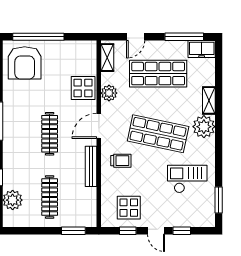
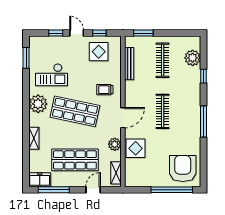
plant: (204, 127) -> (38, 104), moved
bench: (91, 166) -> (129, 64), moved

